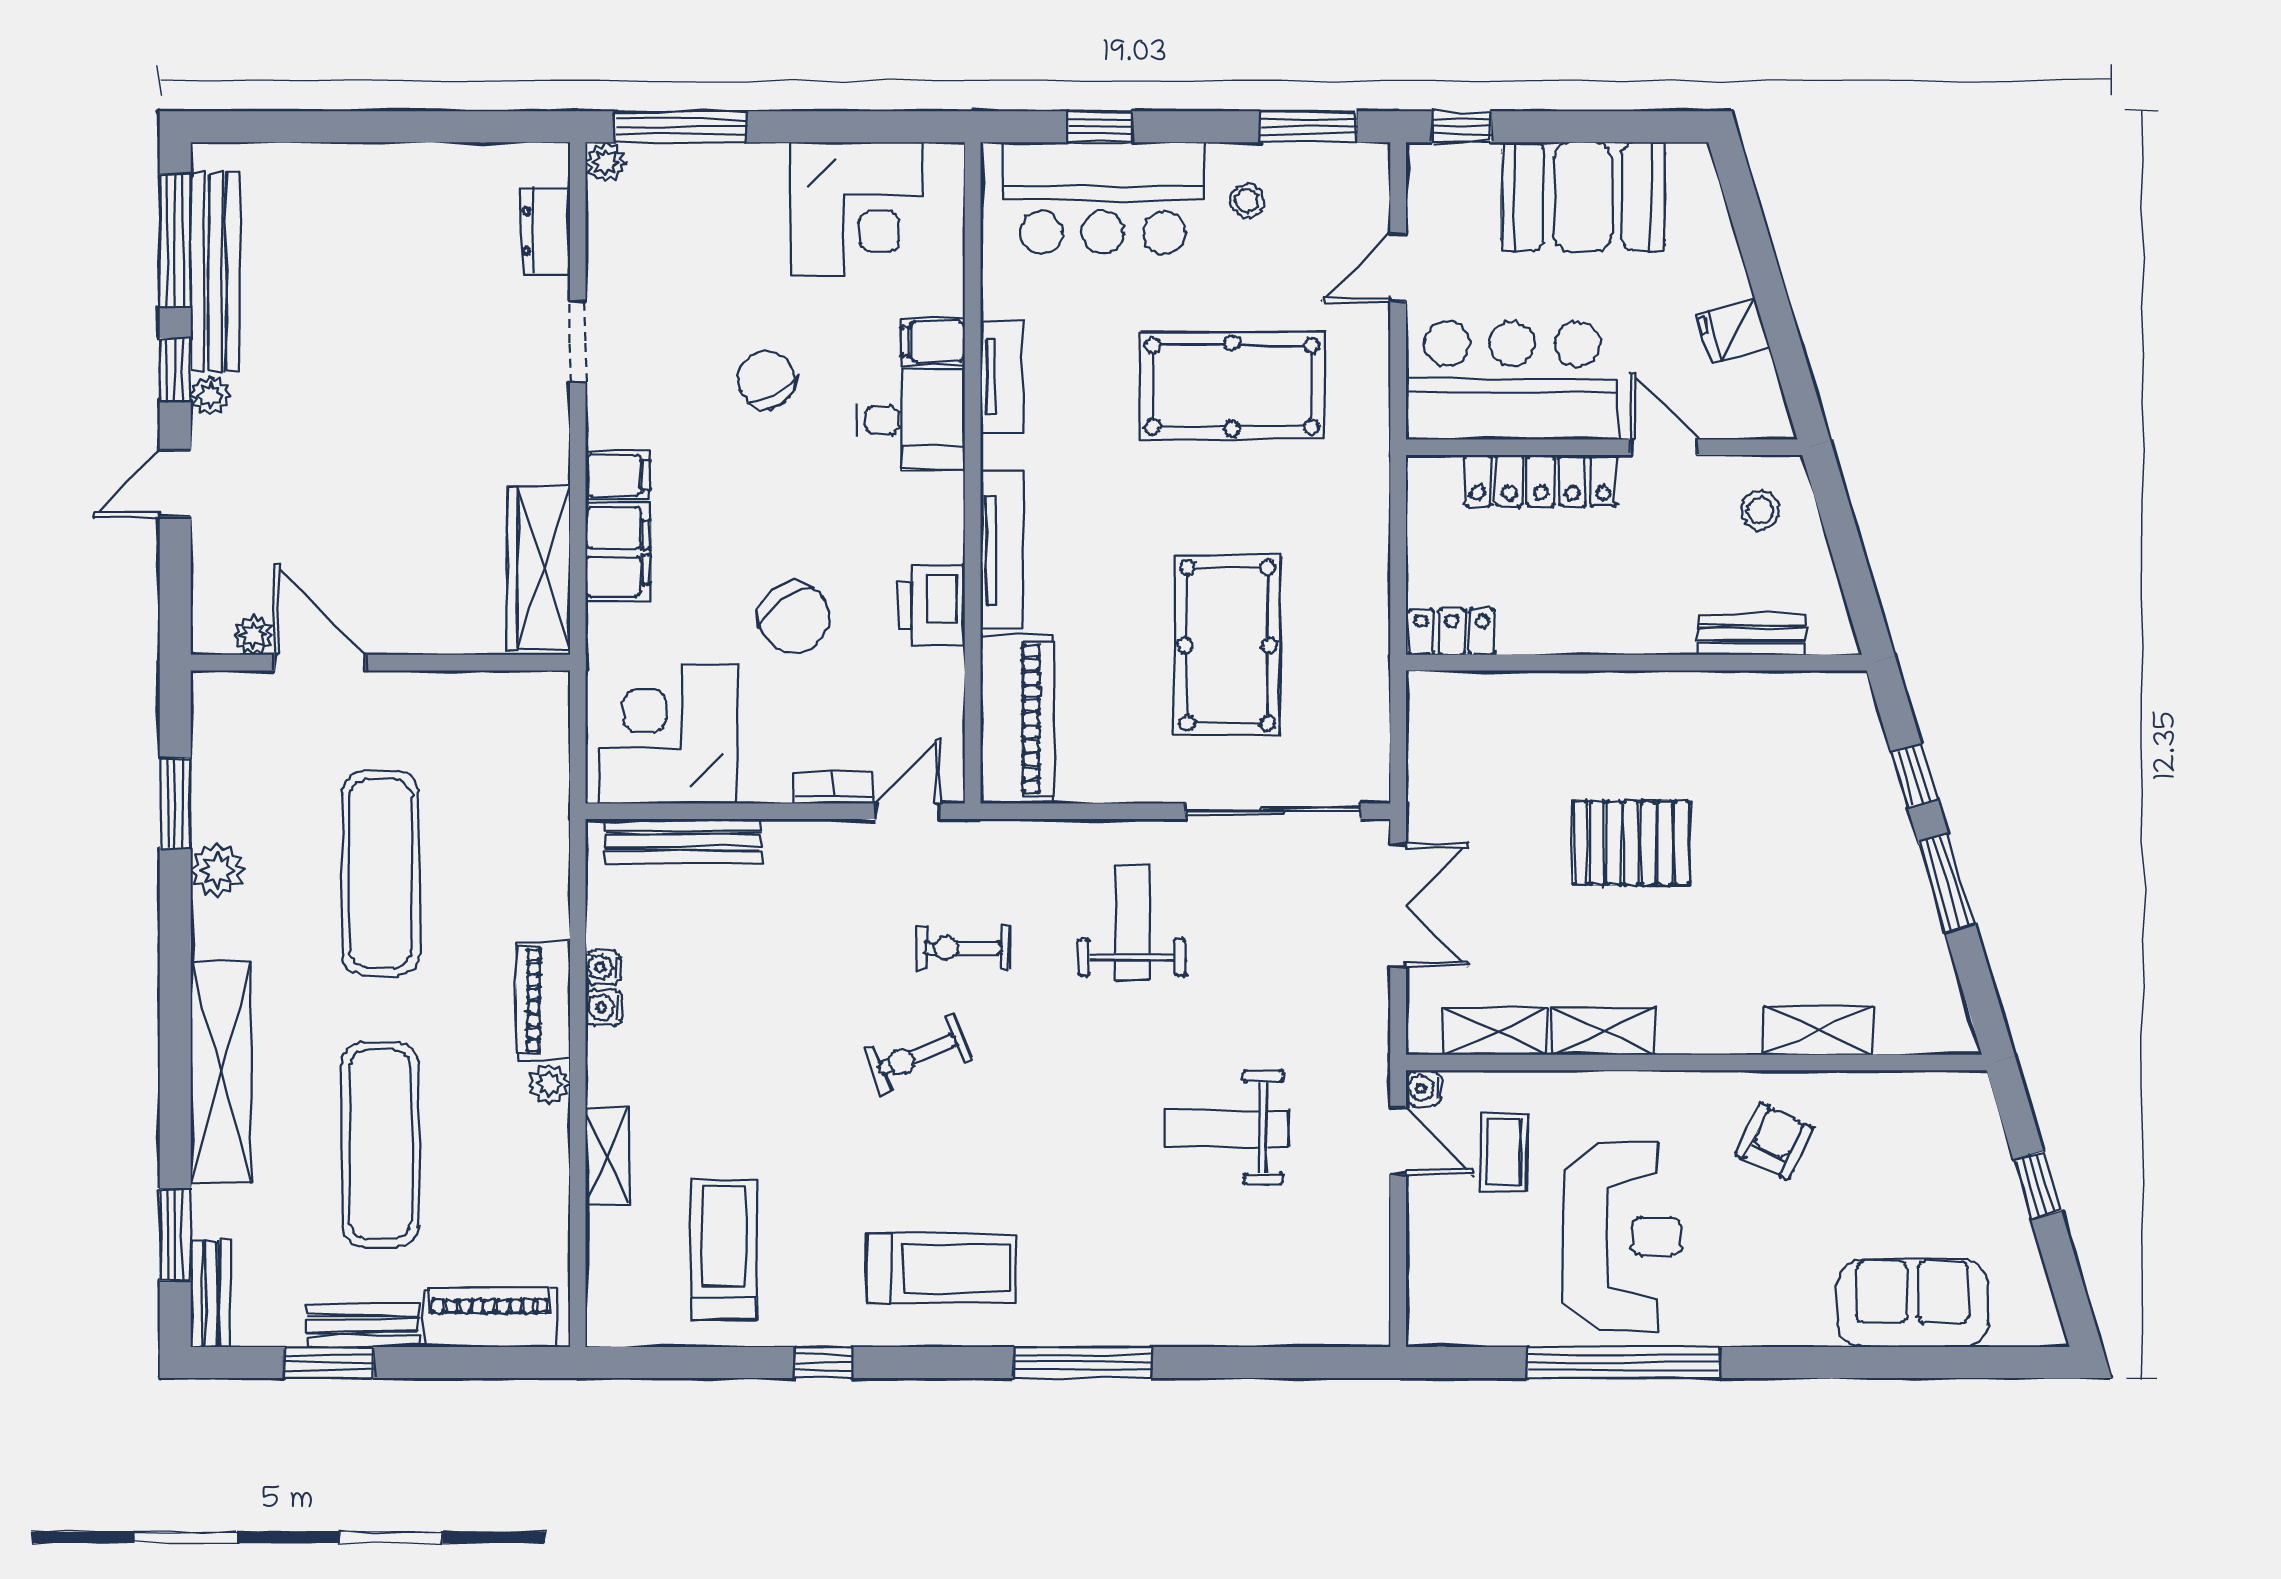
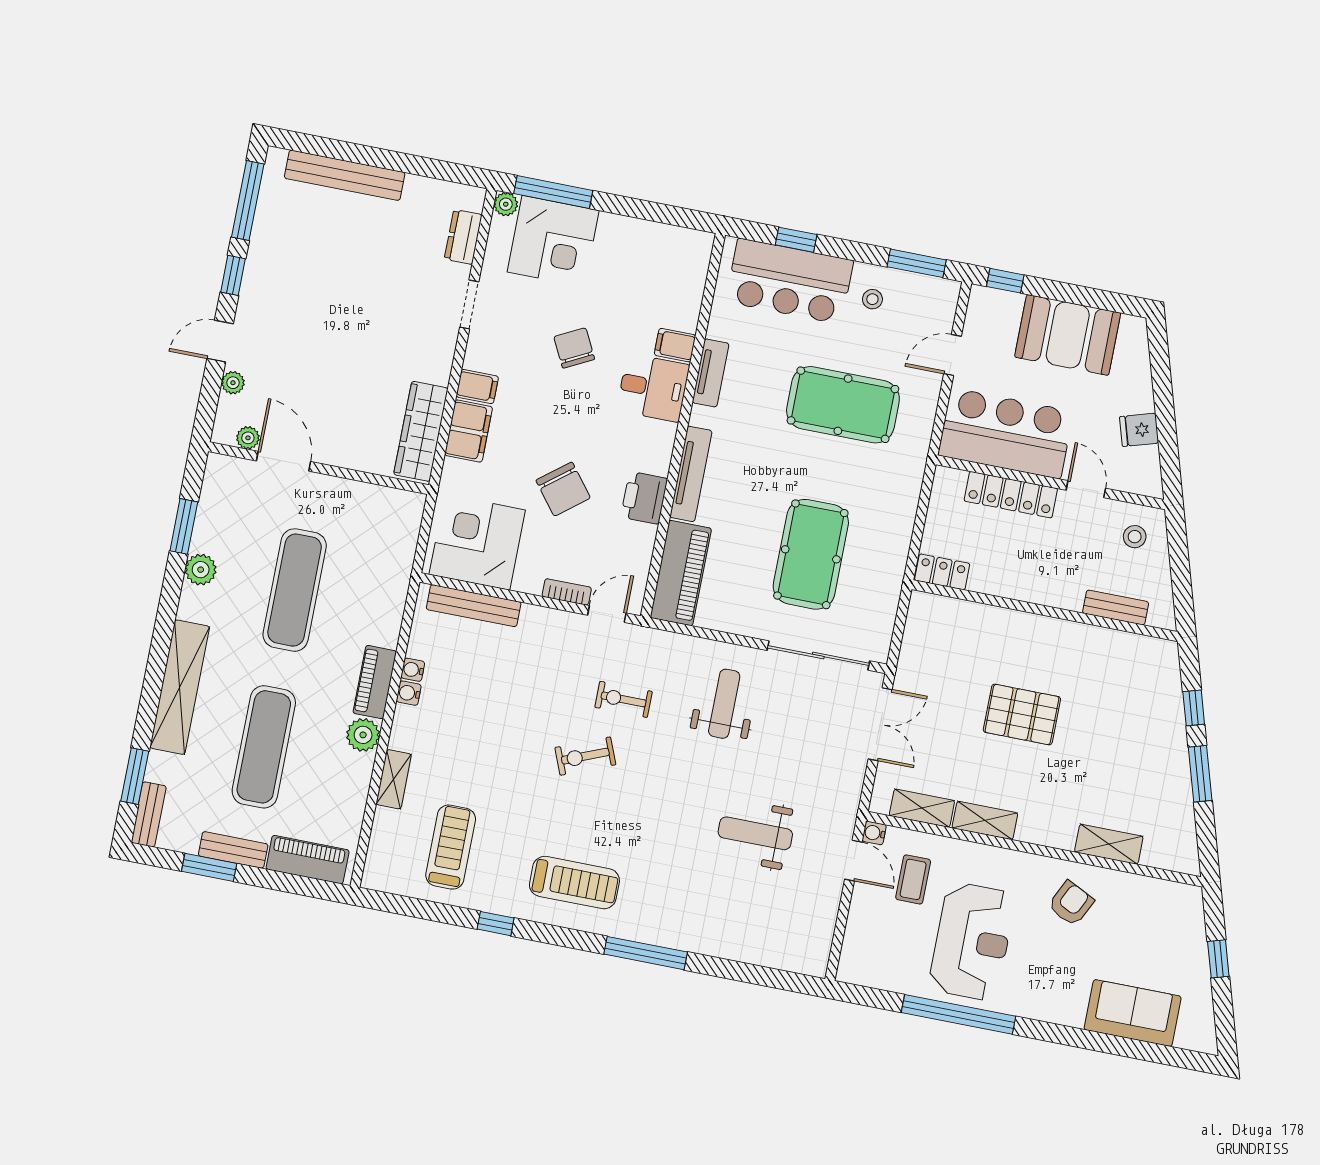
corner desk: (857, 209) -> (553, 241), moved
bench: (215, 272) -> (345, 175), moved, turned 90
plant: (210, 395) -> (233, 383), moved
plant: (549, 1084) -> (363, 735), width x1.38, depth x1.38

